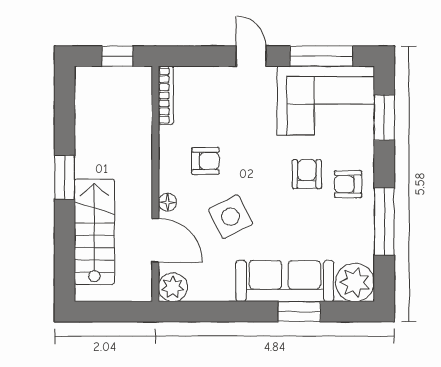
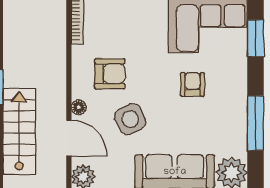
armchair: (205, 161) -> (110, 74), width x1.38, depth x1.38
armchair: (348, 184) -> (226, 93), removed

